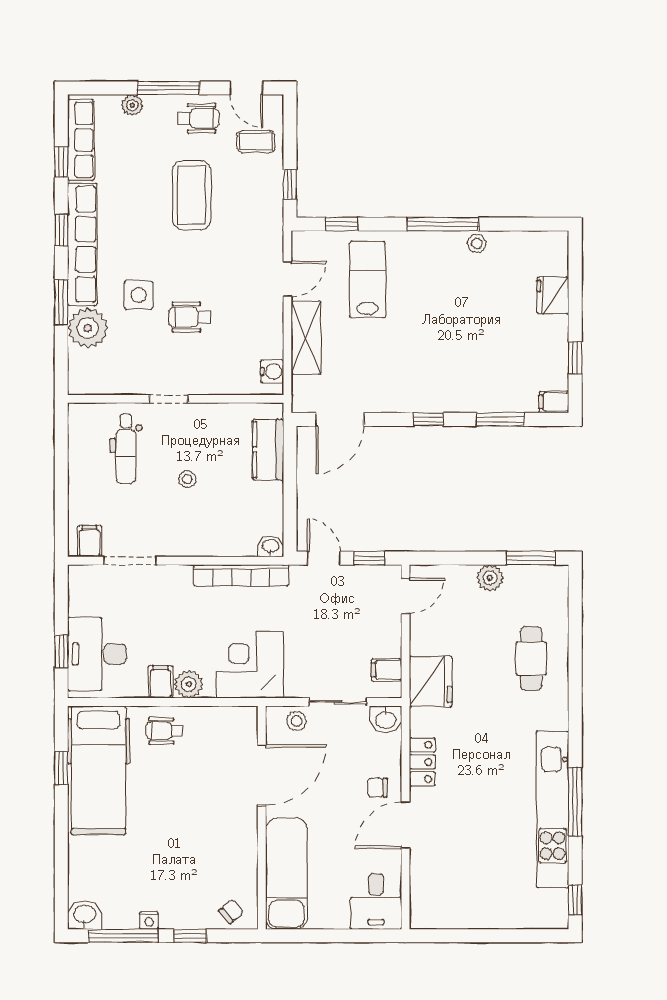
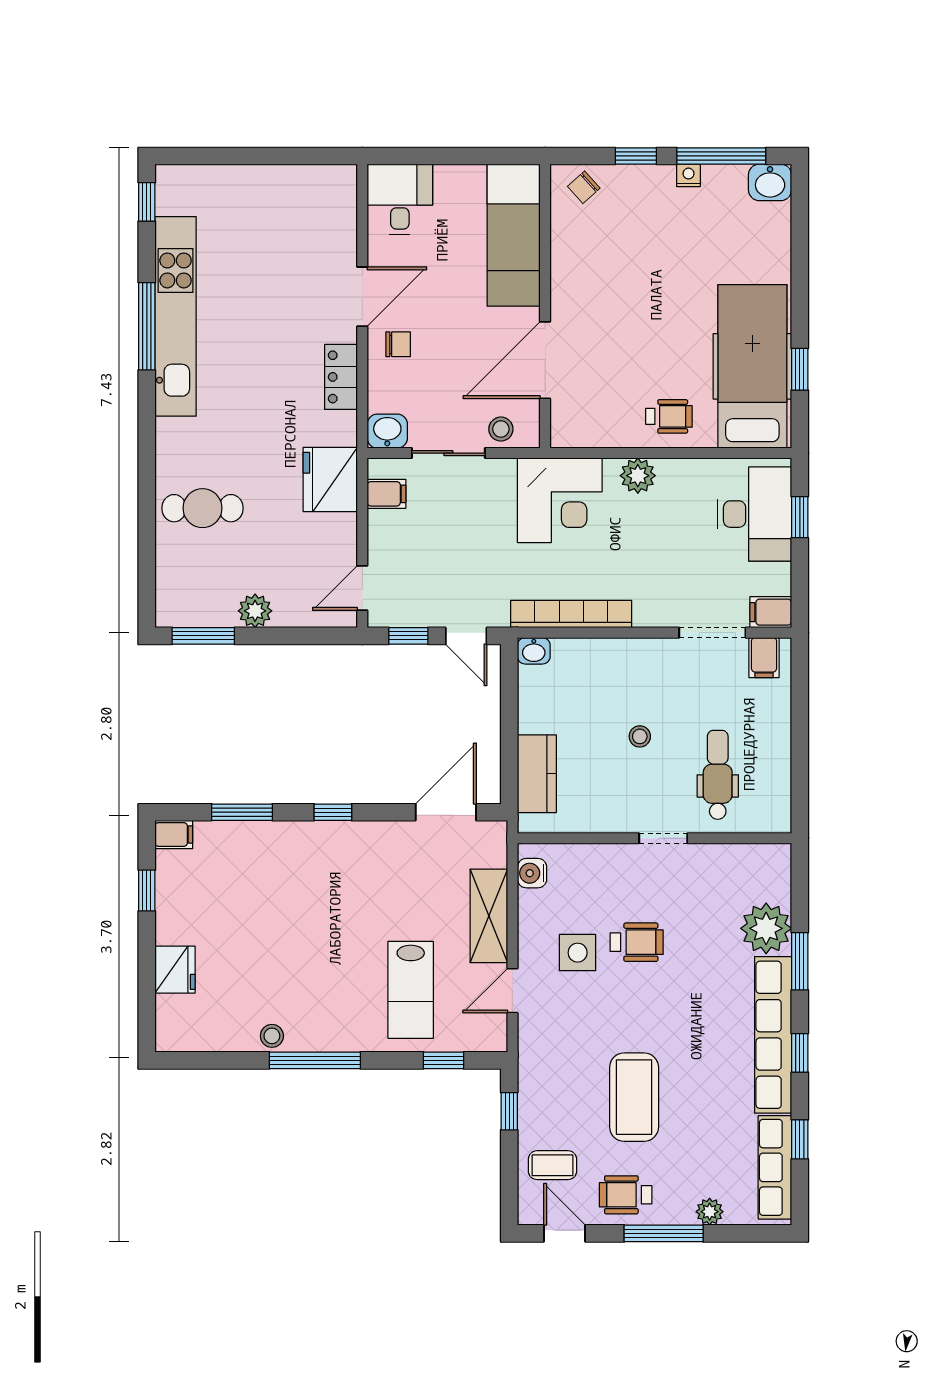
side table: (139, 295) -> (578, 953), moved
cafe table: (531, 659) -> (203, 508), turned 90
filing cabinet: (161, 682) -> (771, 612), moved, turned 90

